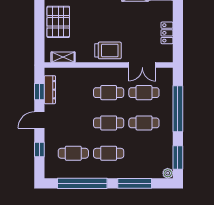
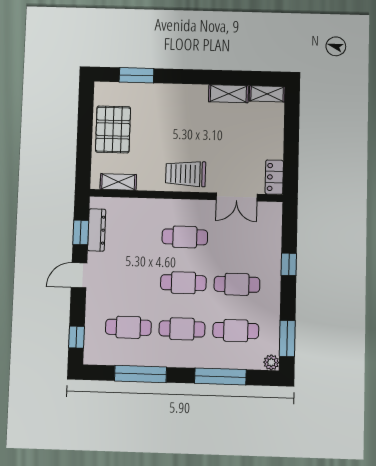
locker: (167, 33) -> (274, 177), moved
trolley: (108, 50) -> (186, 174), turned 180
cafe table: (144, 93) -> (236, 331), moved
window: (178, 109) -> (289, 264), width x0.32
window: (39, 149) -> (77, 337), moved
window: (82, 183) -> (140, 374), width x0.68

